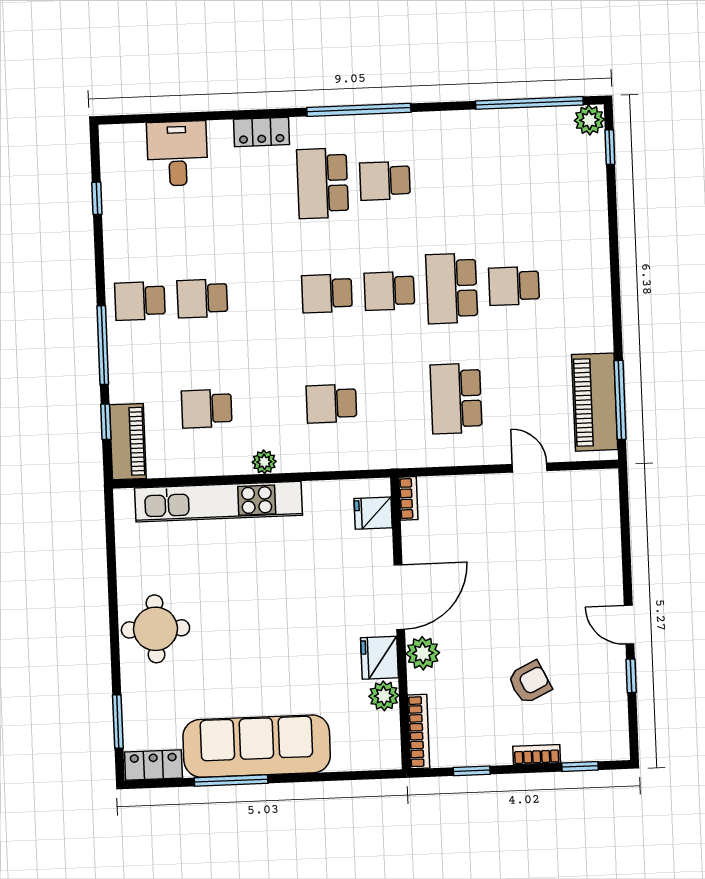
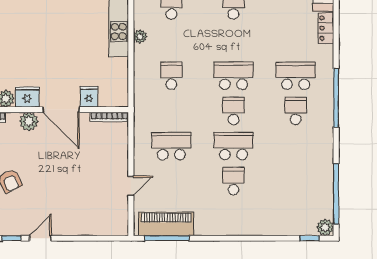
locker: (261, 132) -> (326, 28), moved
school desk: (327, 293) -> (233, 76), width x1.85
bookcase: (408, 498) -> (109, 117), width x1.56
fridge: (373, 513) -> (89, 97), moved

